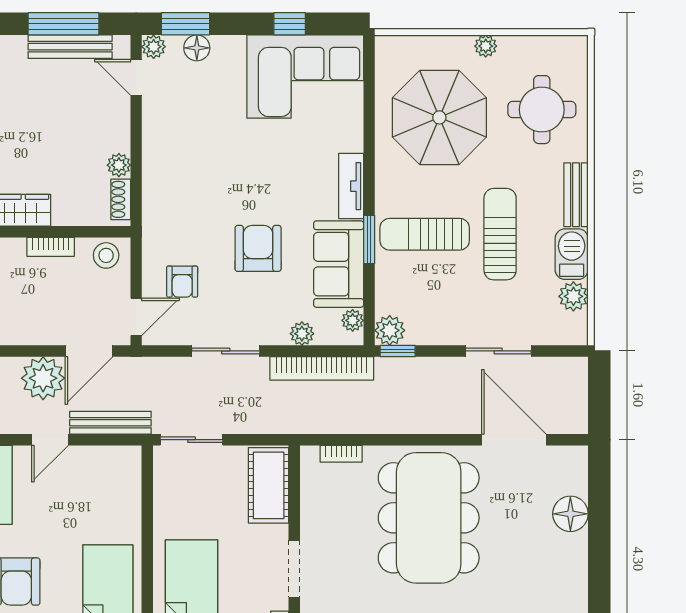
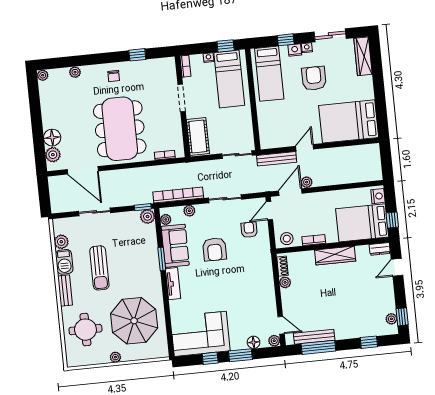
window: (185, 24) -> (240, 355), moved
sun lounger: (425, 234) -> (135, 264), removed
plant: (43, 378) -> (307, 182), width x0.53, depth x0.53
plant: (573, 478) -> (53, 155), added

